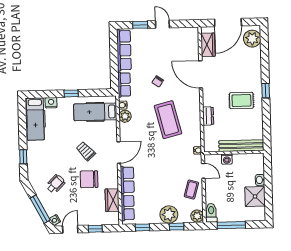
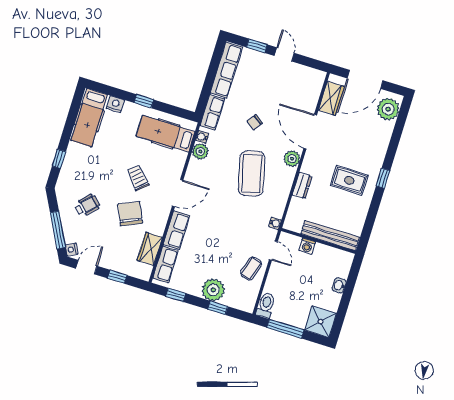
chair: (89, 179) -> (130, 214), turned 66
shower: (255, 196) -> (321, 322), moved
plant: (197, 216) -> (292, 159), moved

